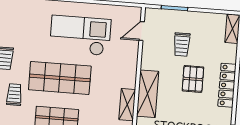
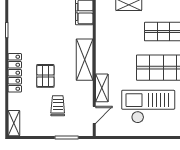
checkout: (80, 35) -> (148, 107), turned 180
shelving: (127, 105) -> (102, 88), moved

